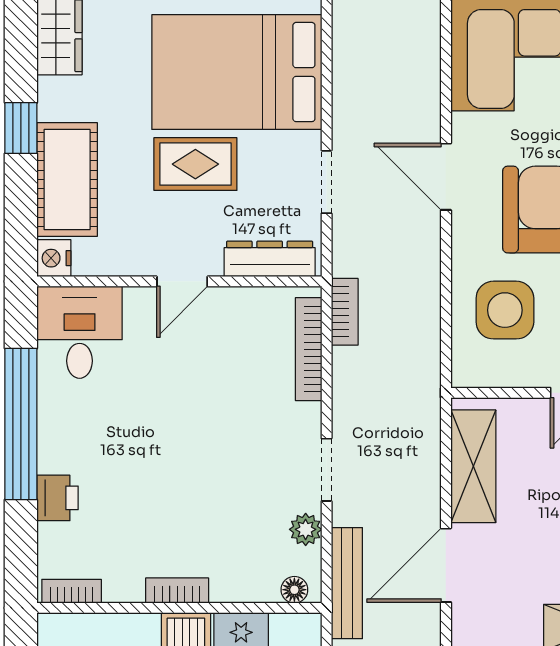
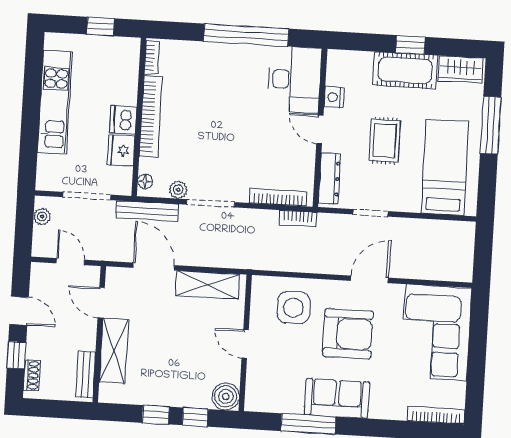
bed: (237, 72) -> (445, 167), width x0.67
cot: (67, 180) -> (405, 70), moved
nightstand: (54, 258) -> (334, 97), moved, turned -90
desk: (80, 332) -> (295, 79), width x1.37
doorway: (327, 470) -> (211, 203), width x1.38
printer: (57, 498) -> (204, 53), removed
bookcase: (177, 590) -> (151, 116), width x2.31, depth x1.31

